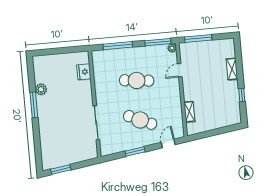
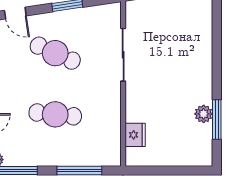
window: (34, 105) -> (217, 119), moved
door: (168, 143) -> (15, 13), hinge flipped

